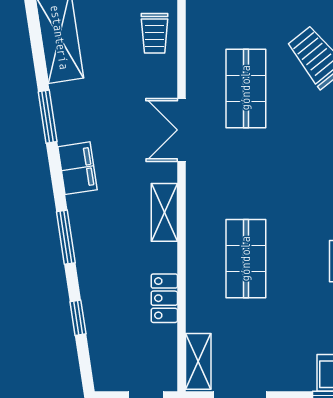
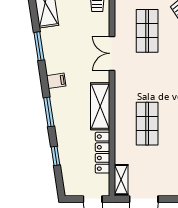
filing cabinet: (77, 168) -> (56, 81), width x0.50
shelving: (164, 212) -> (100, 106), width x1.50, depth x1.33
locker: (164, 298) -> (103, 153), width x1.53

